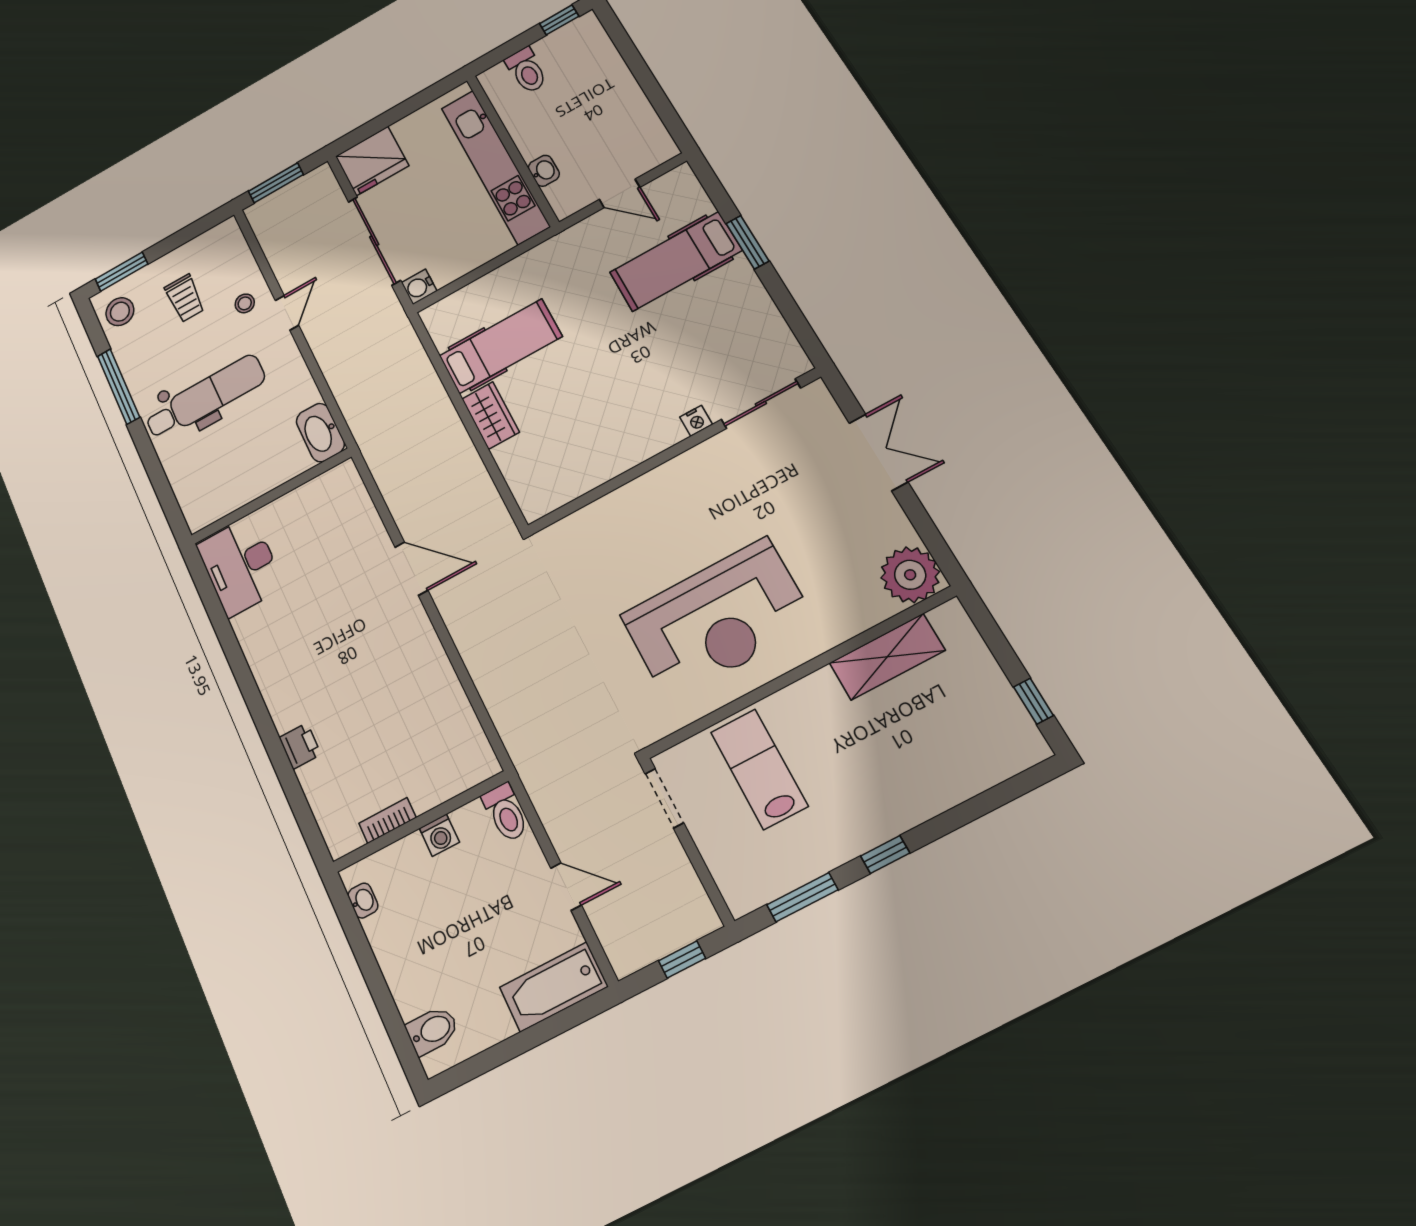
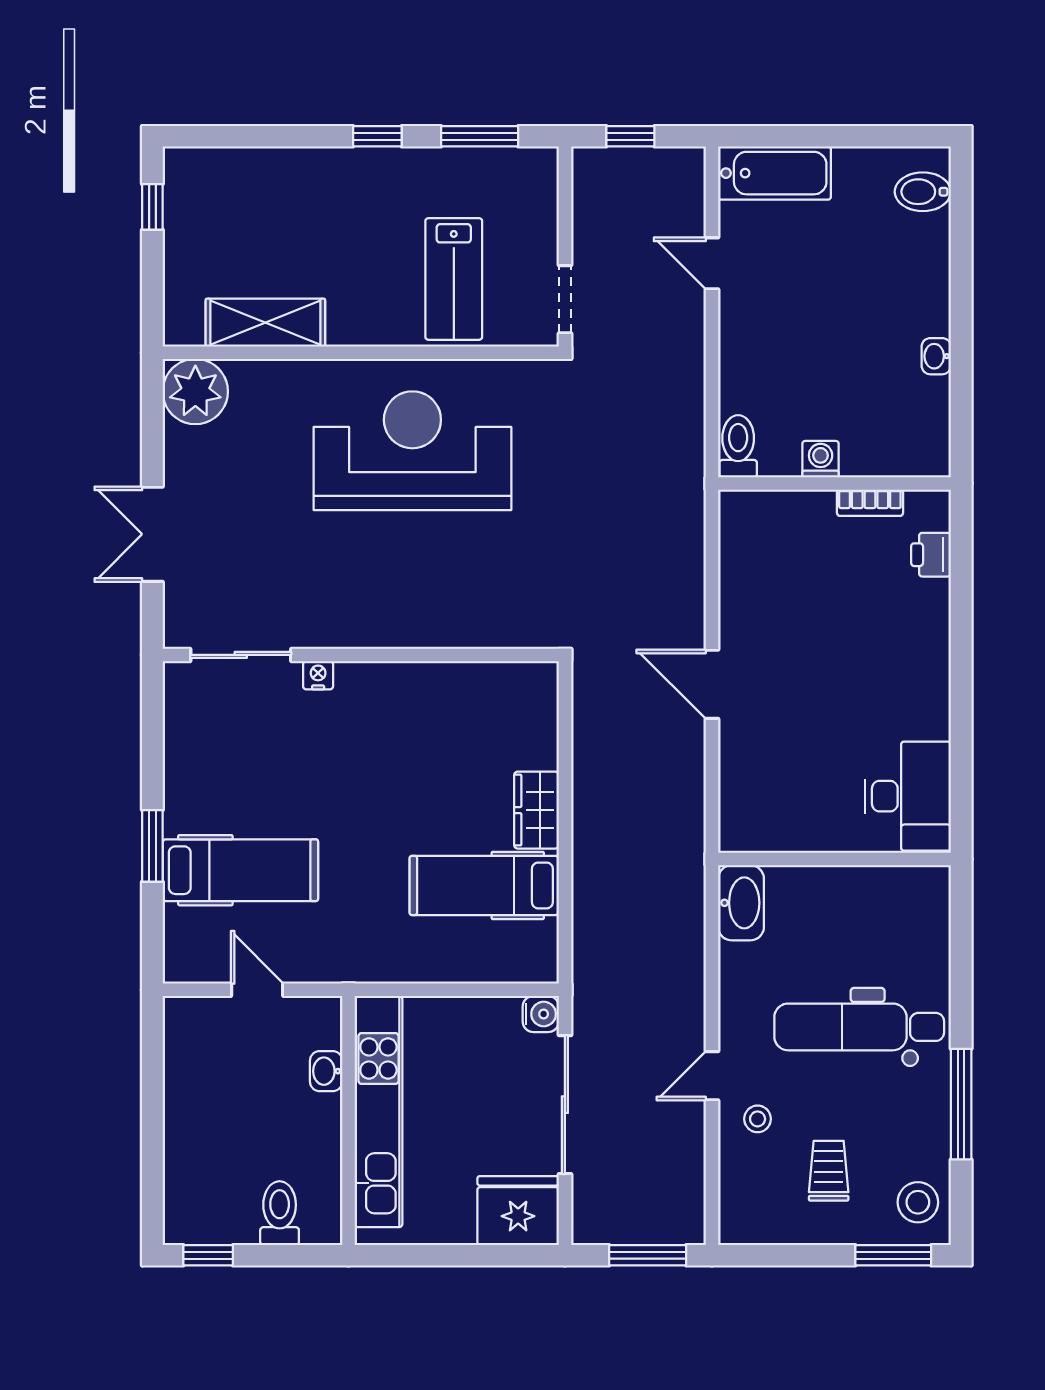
toilet: (505, 813) -> (738, 446), moved
bookcase: (387, 821) -> (870, 503), moved
wall: (420, 822) -> (834, 483), moved
washing machine: (439, 835) -> (821, 459), moved

